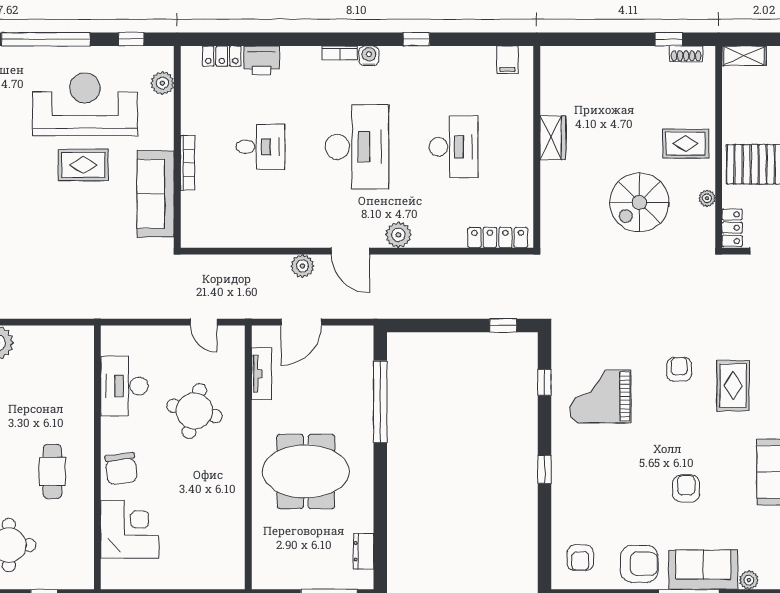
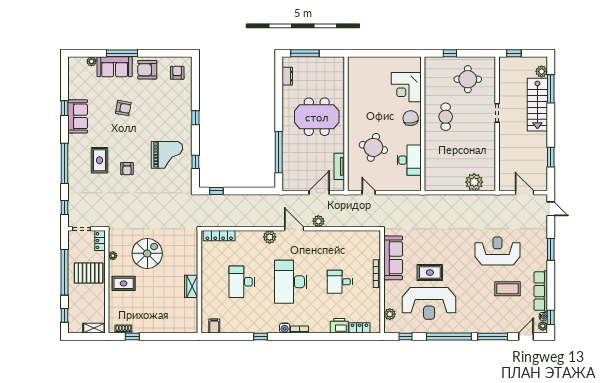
armchair: (686, 488) -> (123, 108), turned -80

